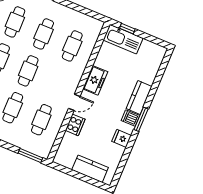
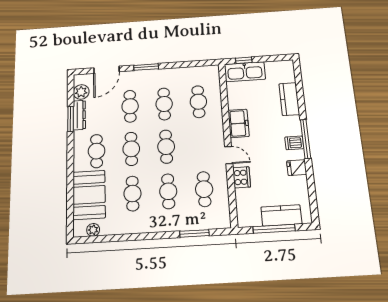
kitchen counter: (139, 98) -> (289, 99), moved
door: (74, 102) -> (229, 155), hinge flipped
window: (141, 119) -> (305, 139), width x1.44
window: (30, 155) -> (194, 233), moved
window: (79, 176) -> (274, 229), added

